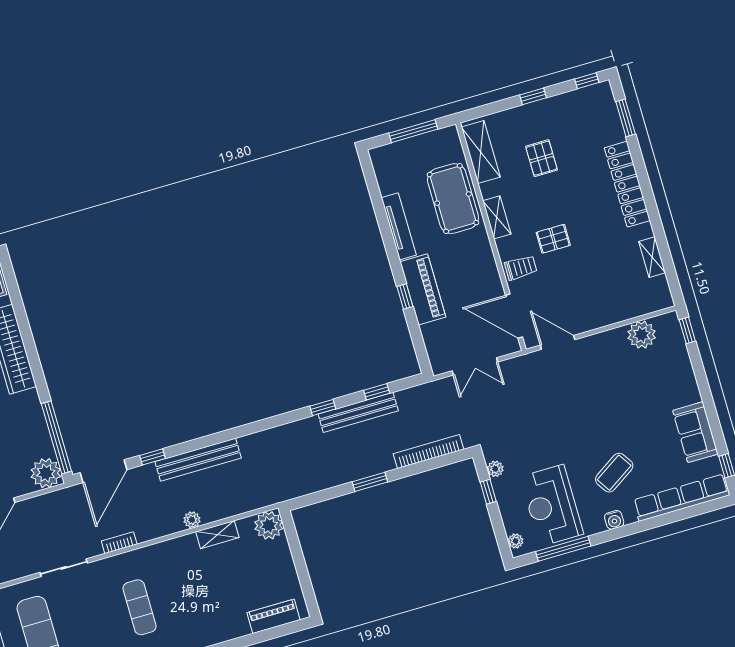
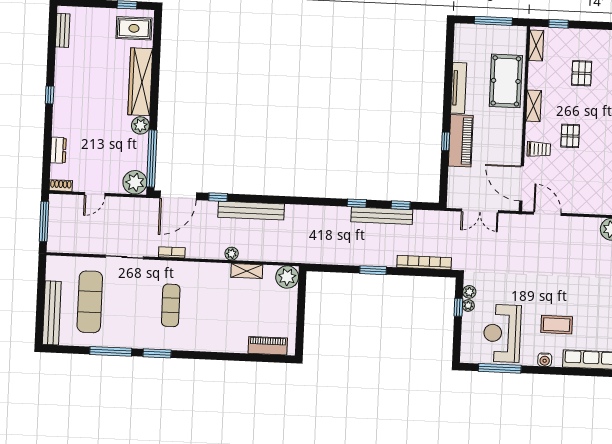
window: (533, 96) -> (558, 24), moved
shelving: (481, 152) -> (536, 46), width x0.67, depth x0.75
pallet: (553, 239) -> (570, 136), turned 90
plant: (29, 402) -> (140, 125), added
coffee table: (614, 473) -> (557, 325), turned 33
plant: (516, 541) -> (468, 305), moved

